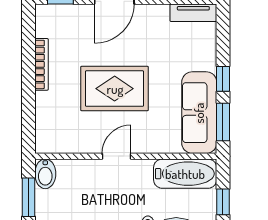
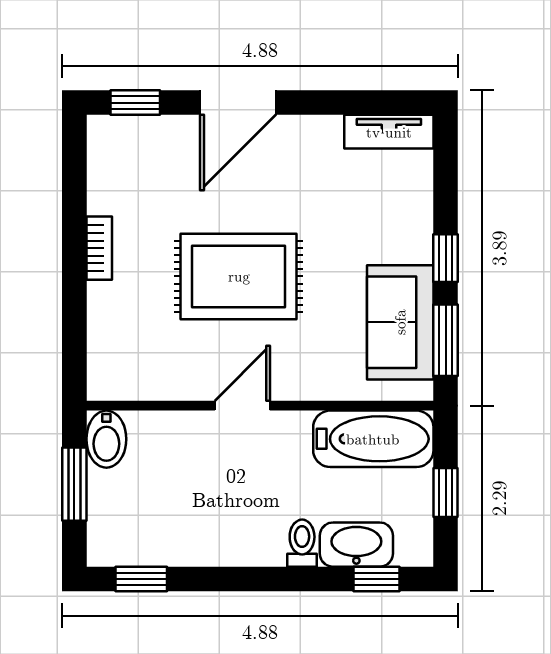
bookcase: (42, 64) -> (99, 248), width x0.64
sofa: (199, 113) -> (400, 322), width x0.73

